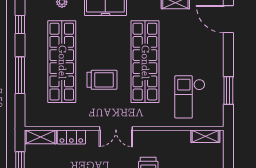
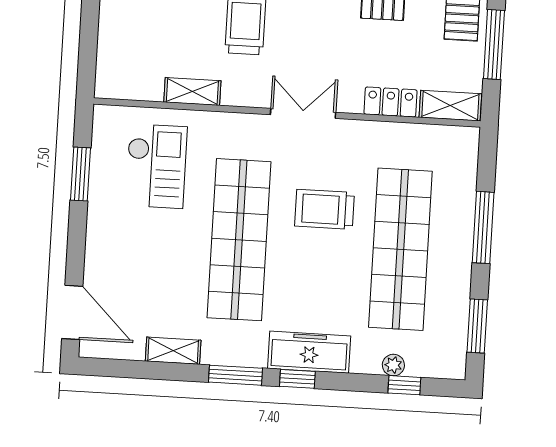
window: (20, 25) -> (477, 326), width x1.50
shelving: (205, 136) -> (192, 91), moved

